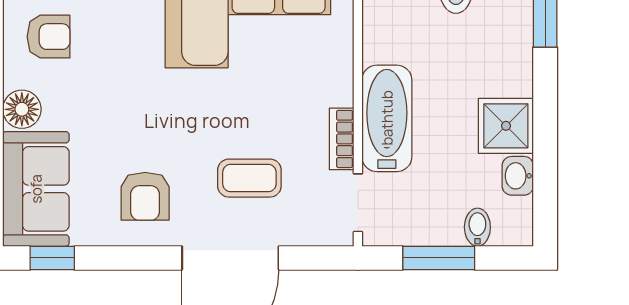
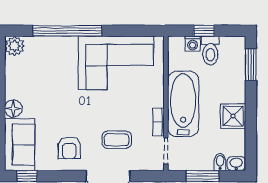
armchair: (49, 37) -> (25, 76), removed
bathtub: (387, 118) -> (183, 104), width x1.36, depth x1.36
washbasin: (518, 176) -> (236, 164), moved, turned 90

